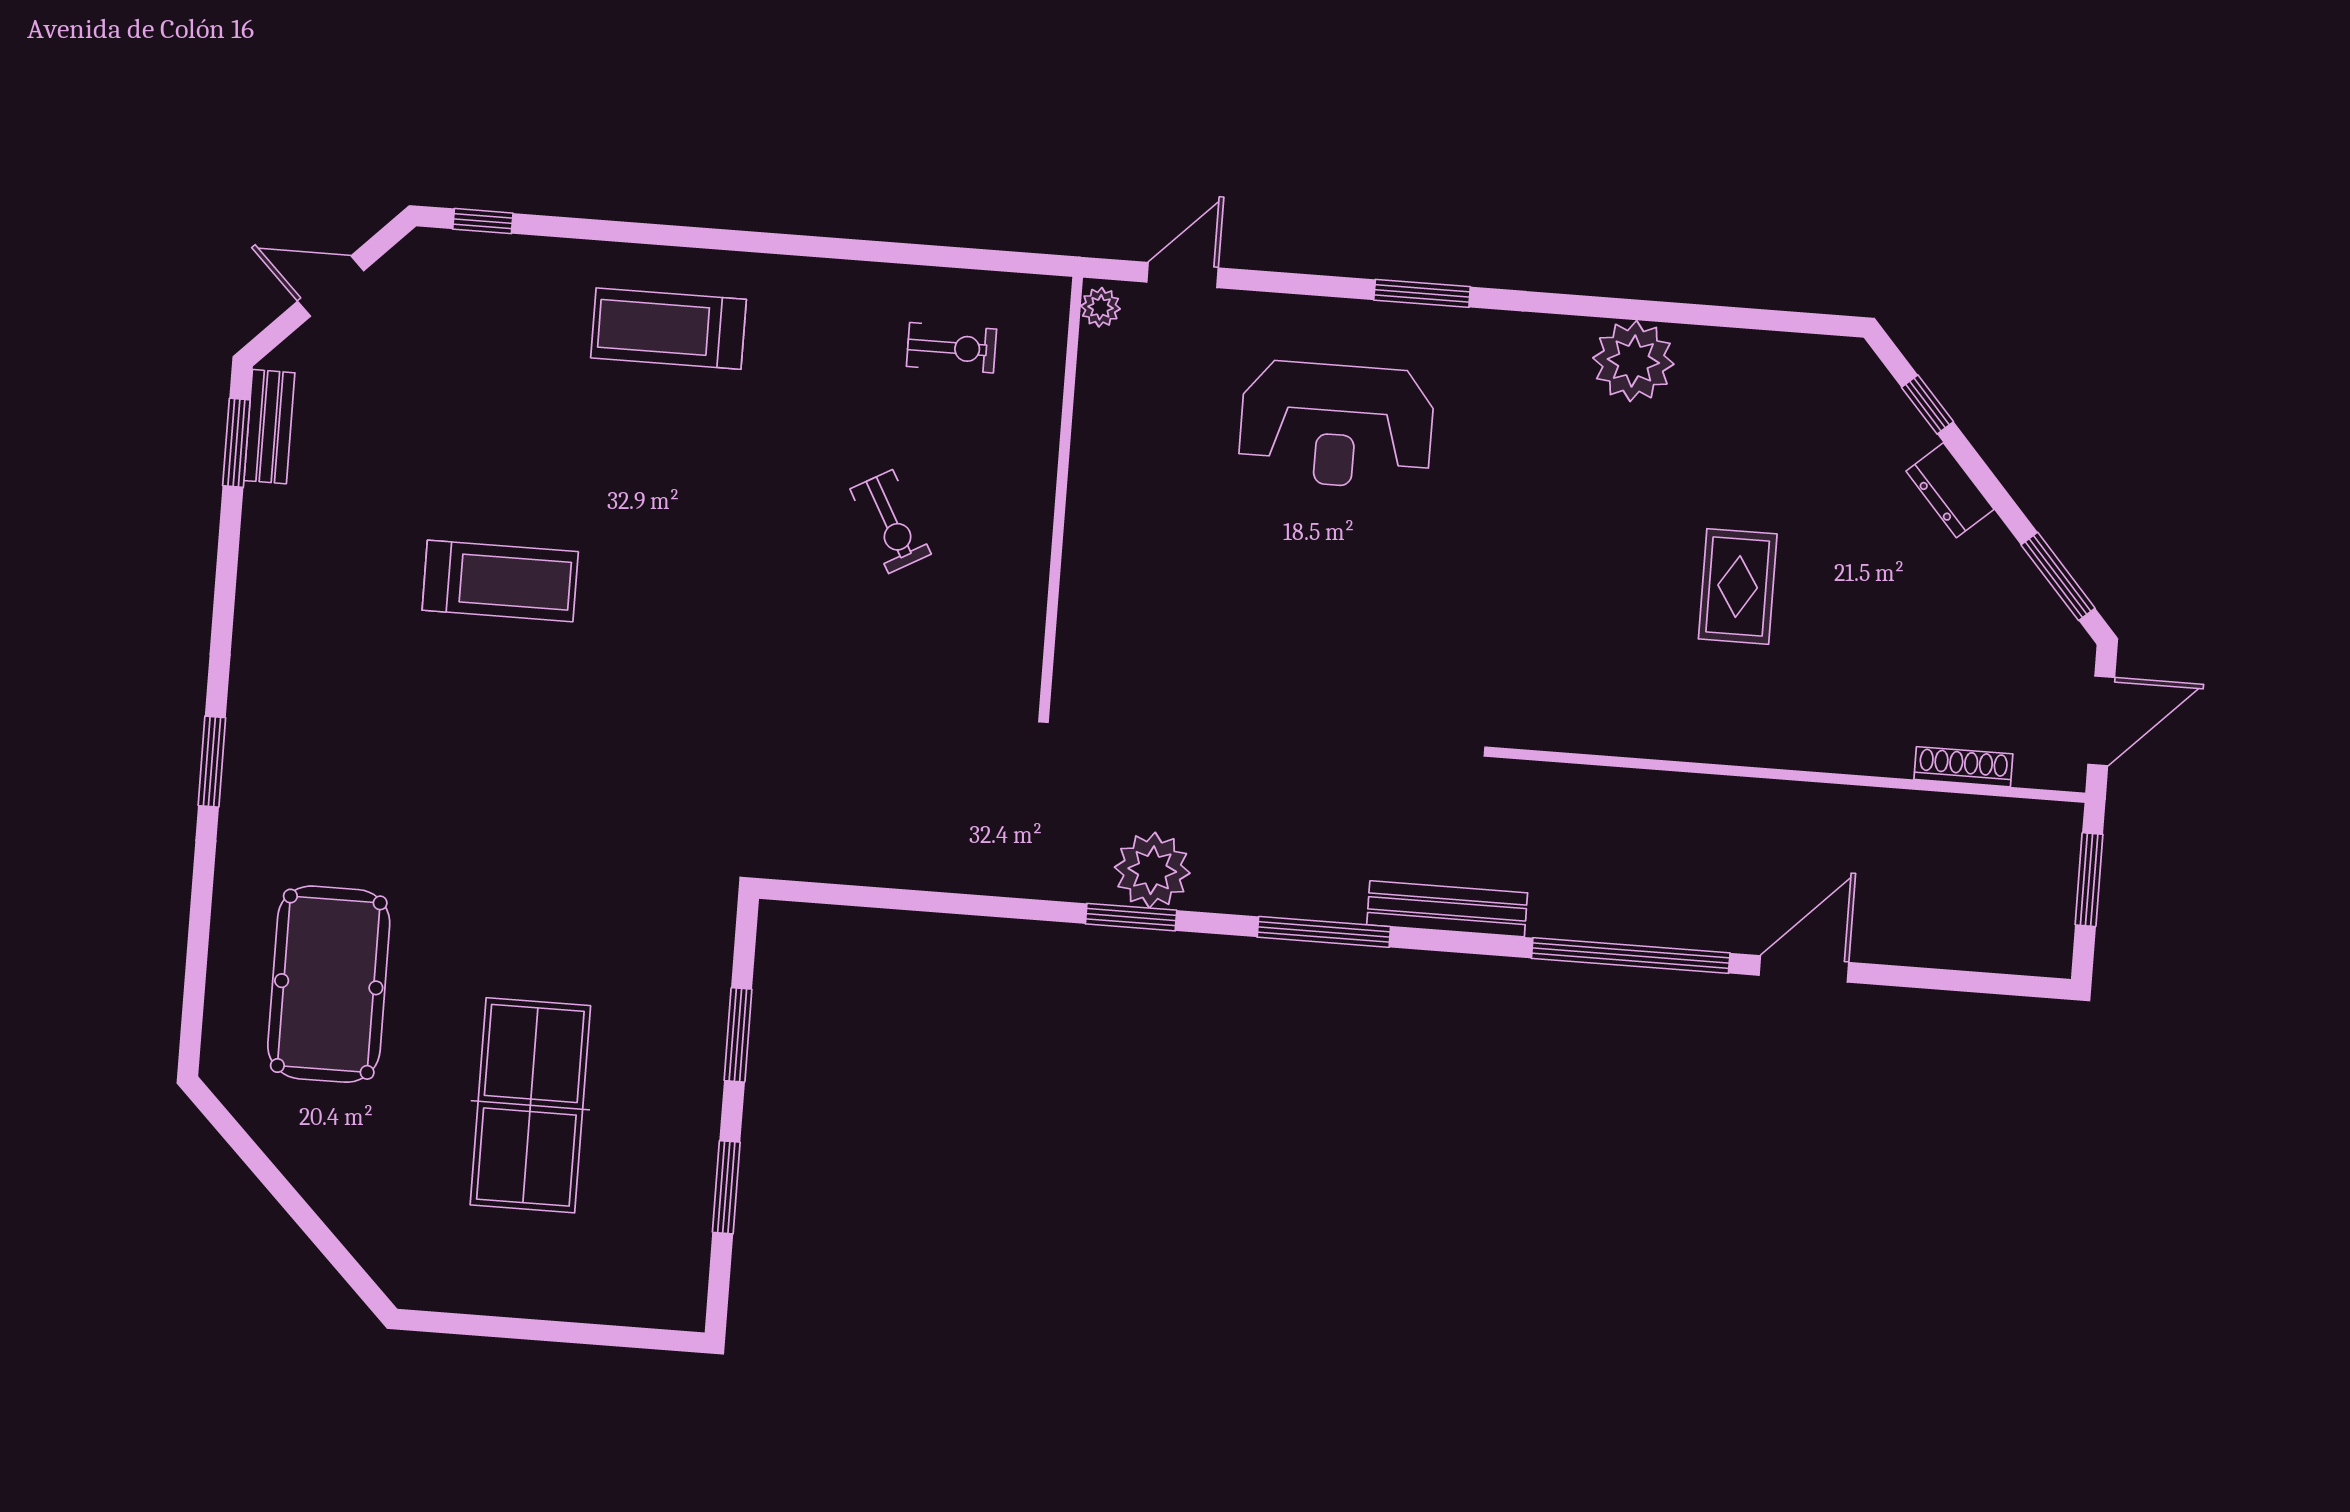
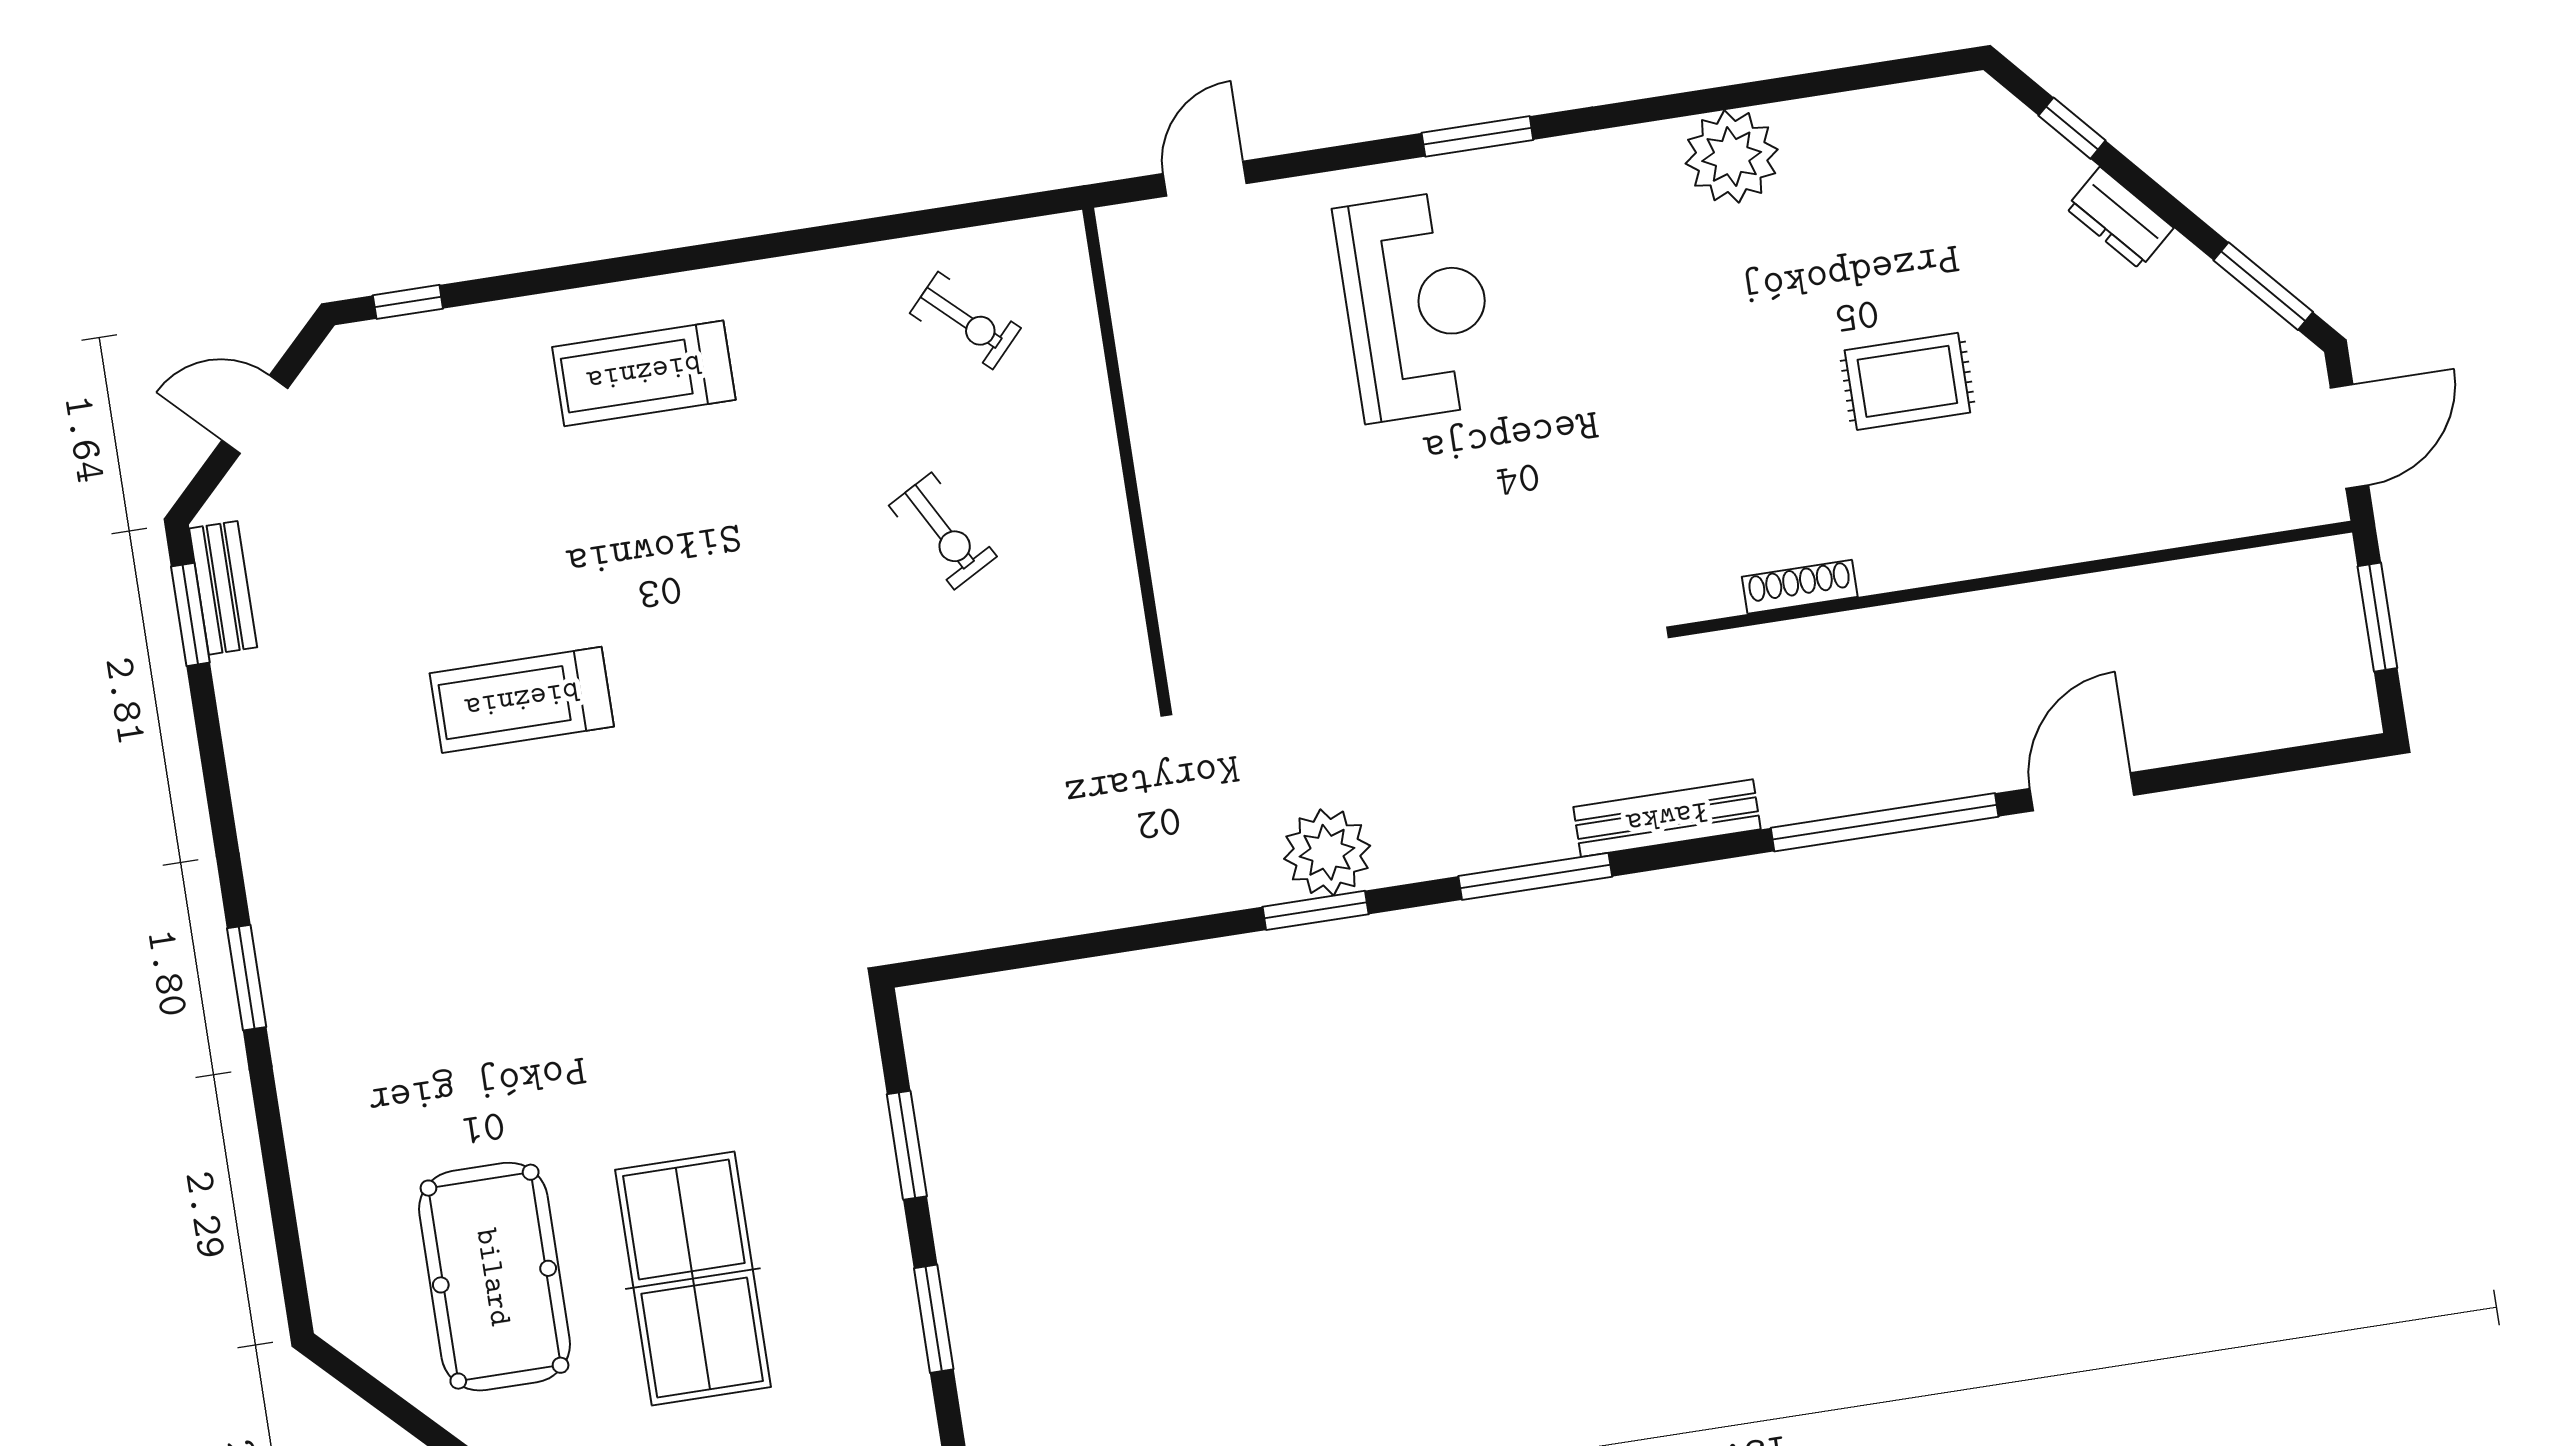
plant: (1100, 307) -> (1121, 236), removed
exercise bike: (951, 348) -> (965, 321), turned 43
reception desk: (1336, 425) -> (1416, 306), turned -90
treadmill: (500, 581) -> (522, 700), turned 180
rug: (1738, 586) -> (1907, 381), turned 90
shoe rack: (1963, 767) -> (1800, 587), moved
pool table: (329, 984) -> (494, 1277), moved

